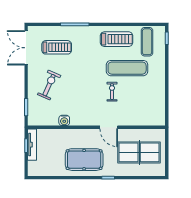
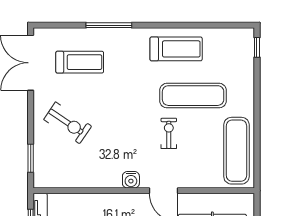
exercise mat: (147, 42) -> (236, 151), moved, width x1.36, depth x1.45
exercise bike: (49, 85) -> (68, 123), turned 100
water cooler: (64, 120) -> (131, 180), moved

